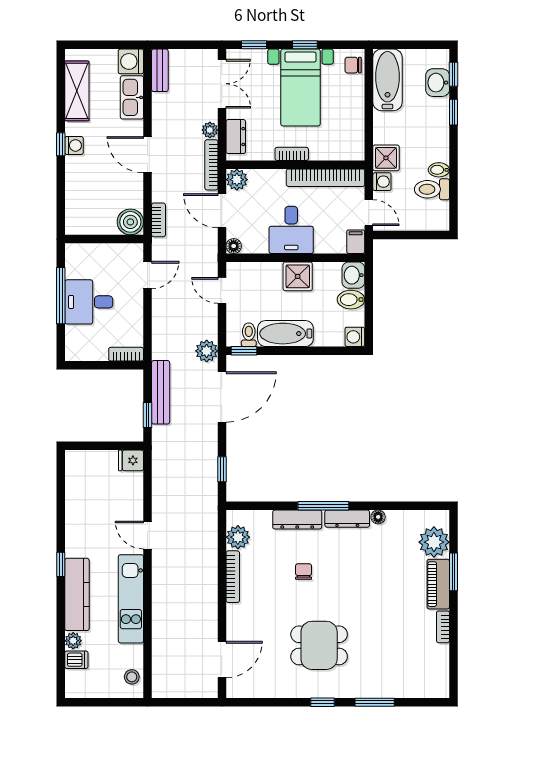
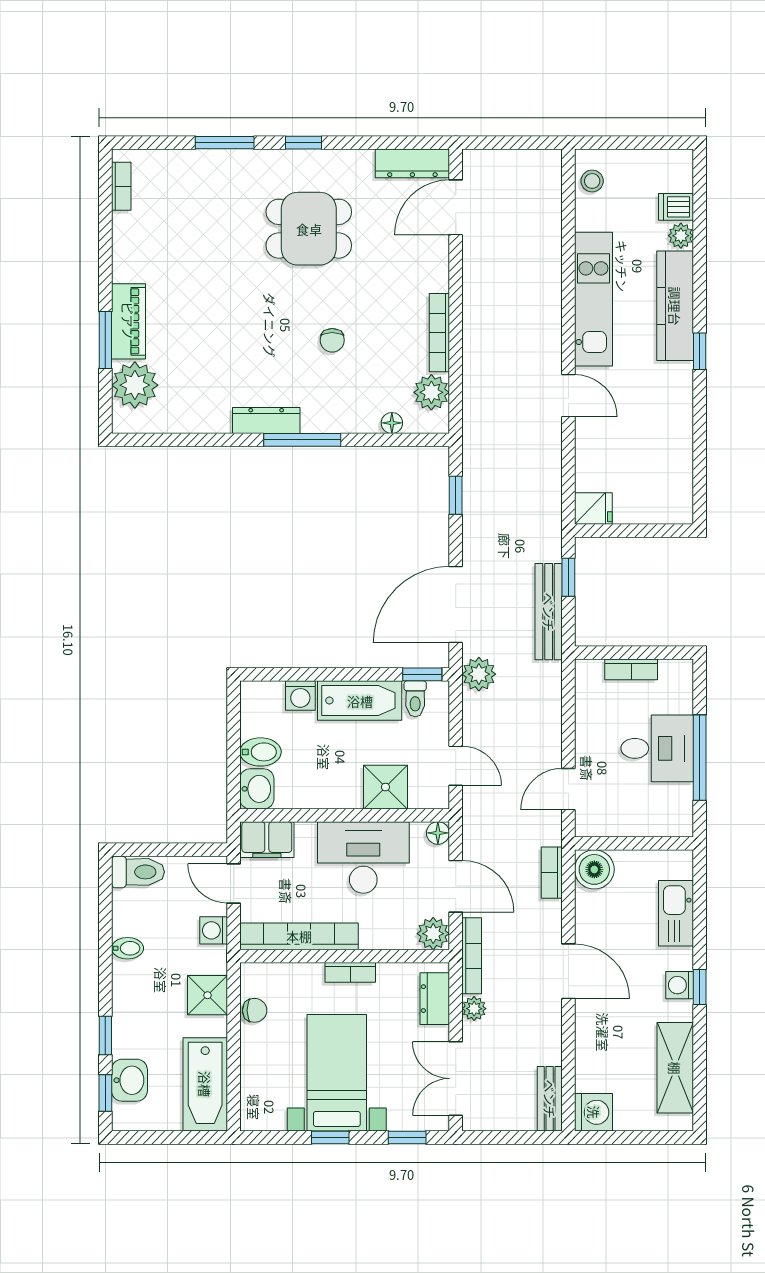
chair: (353, 65) -> (255, 1010), moved
kitchen sink: (132, 97) -> (676, 913), moved, turned 180
shower: (386, 158) -> (207, 995), moved
toilet: (432, 189) -> (138, 872), moved
desk: (291, 230) -> (363, 857), width x1.37
filing cabinet: (356, 242) -> (267, 840), width x2.00
shower: (298, 276) -> (385, 787), moved
washing machine: (355, 337) -> (300, 696), moved, turned 90
bookcase: (126, 354) -> (631, 669), moved
floor lamp: (378, 517) -> (392, 423), moved
dresser: (297, 520) -> (412, 163), moved, turned 180
bookcase: (443, 627) -> (121, 186), moved

